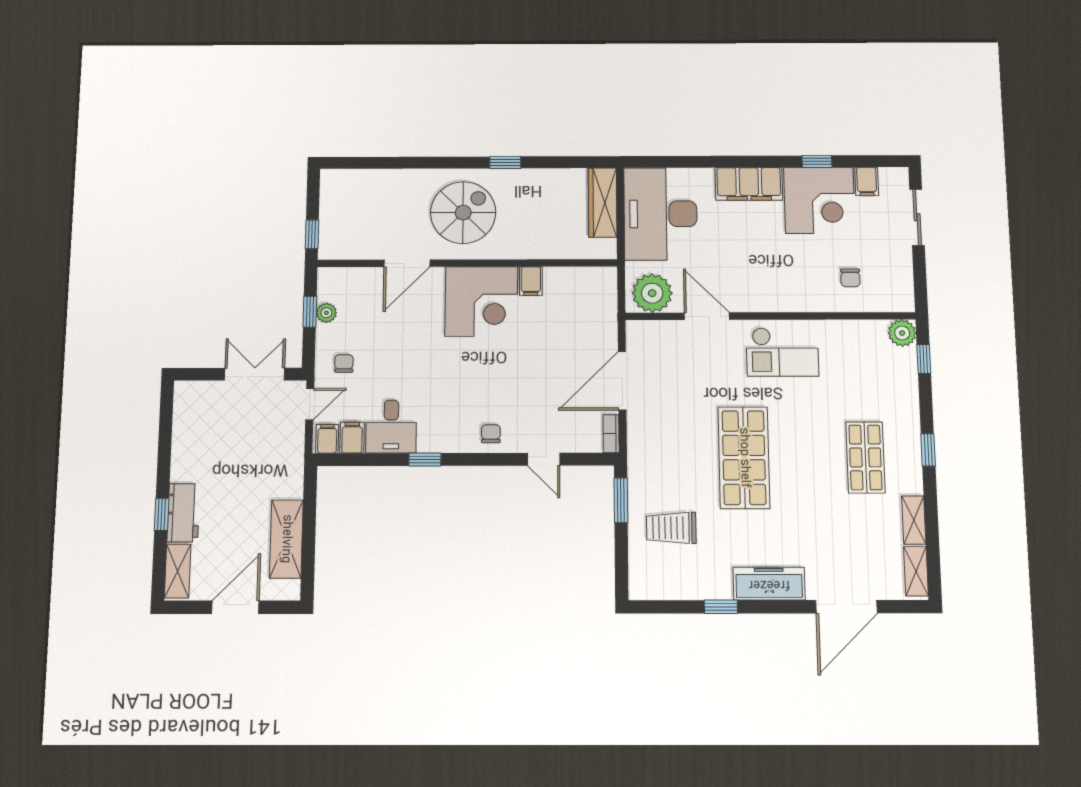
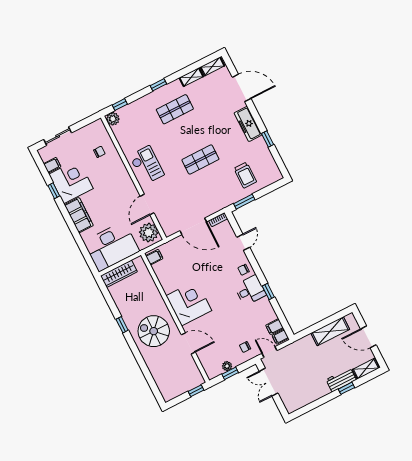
filing cabinet: (531, 281) -> (154, 257), moved
desk: (391, 427) -> (250, 290), moved
shop shelf: (744, 458) -> (200, 159), width x0.70, depth x0.74

